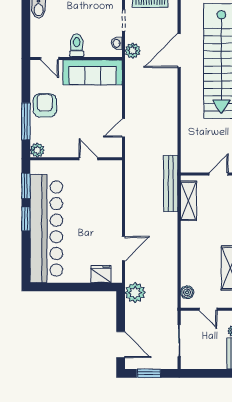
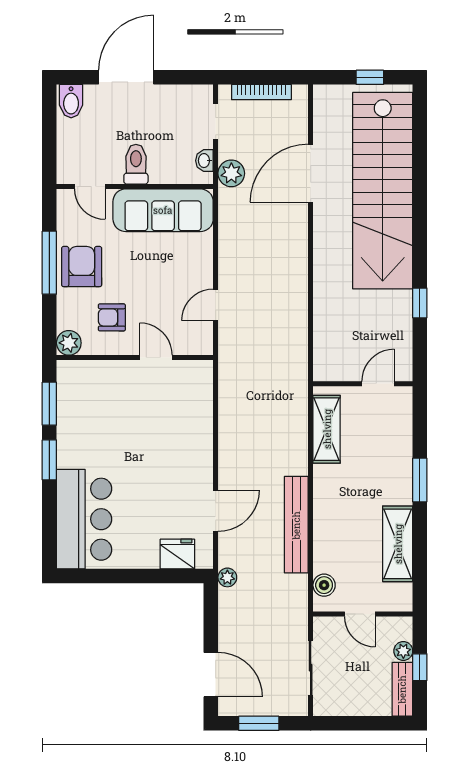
window: (26, 121) -> (49, 263), moved
armchair: (62, 135) -> (112, 317), added
bench: (171, 184) -> (296, 525), moved
bar counter: (46, 229) -> (84, 519), width x0.54
plant: (135, 293) -> (227, 577), width x0.53, depth x0.53

